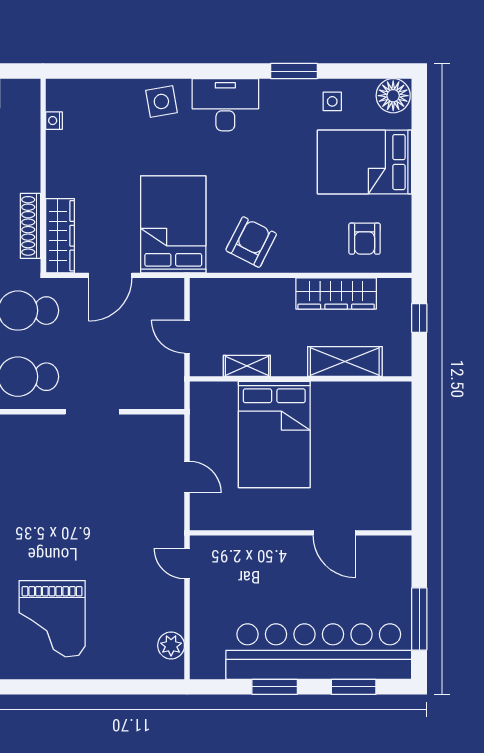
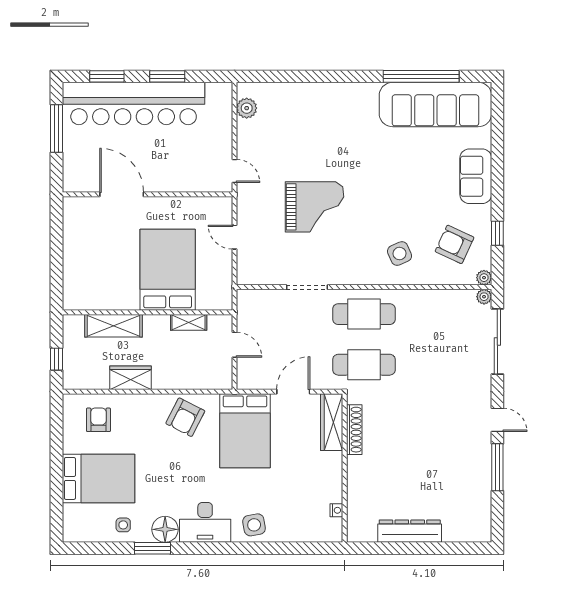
floor lamp: (393, 96) -> (165, 529), moved
wardrobe: (336, 294) -> (130, 378), width x0.67
door: (334, 533) -> (122, 194), width x1.36
grand piano: (52, 619) -> (315, 207), moved, turned 90

